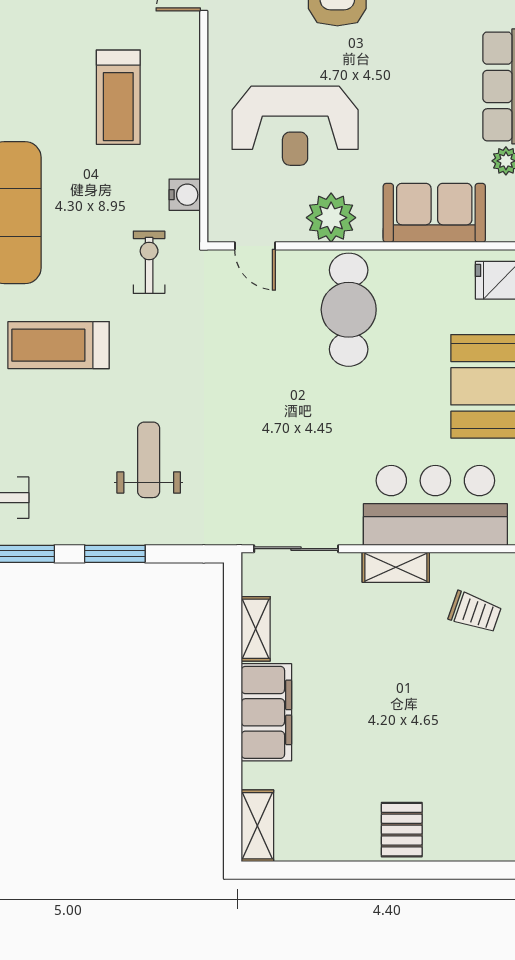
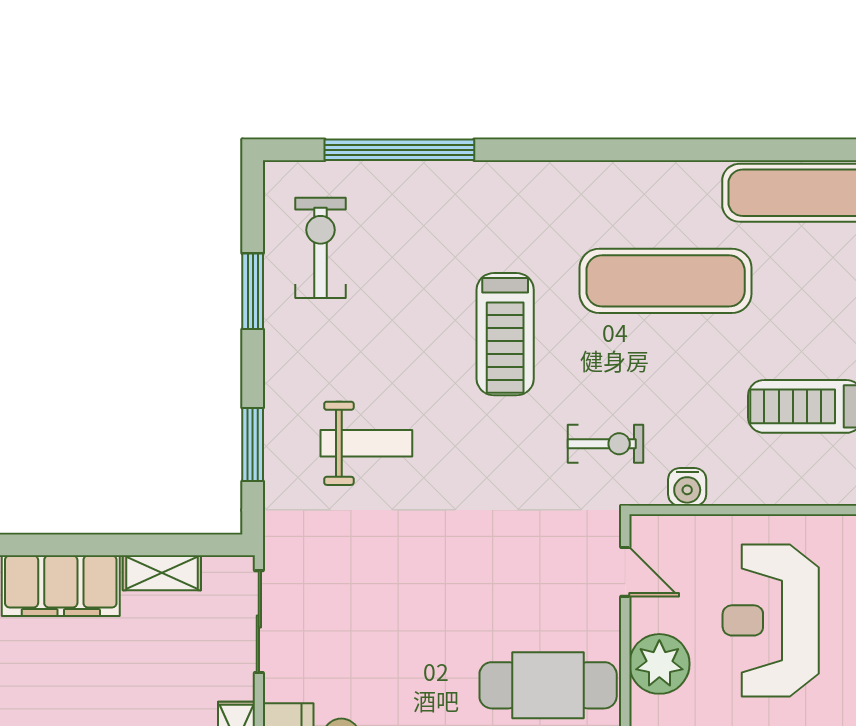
door: (255, 246) -> (625, 572), swing flipped
treadmill: (59, 345) -> (505, 334), turned 180
window: (115, 554) -> (253, 445), moved

